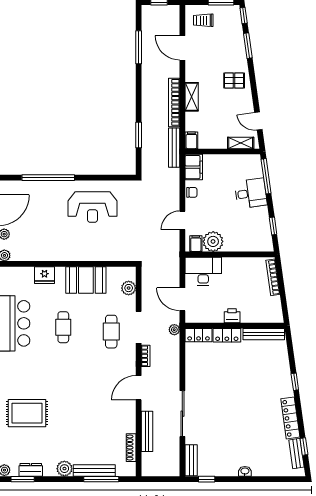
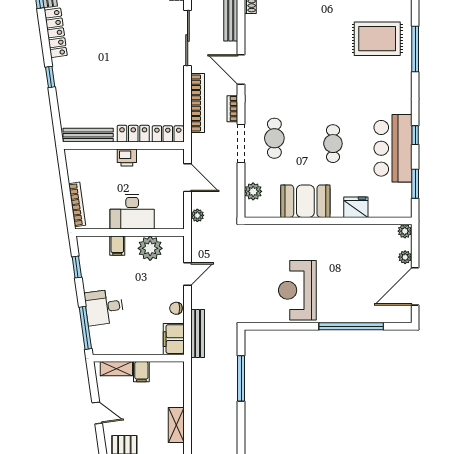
bookcase: (174, 102) -> (198, 103), moved
door: (258, 121) -> (97, 413), moved
window: (139, 135) -> (241, 378), width x1.44
filing cabinet: (191, 140) -> (141, 372), moved
bench: (174, 148) -> (198, 334), moved
reception desk: (92, 207) -> (297, 290), turned -90
filing cabinet: (196, 244) -> (117, 246), moved
desk: (203, 271) -> (132, 212), moved
plant: (174, 330) -> (197, 215), moved
door: (139, 388) -> (241, 70), swing flipped

